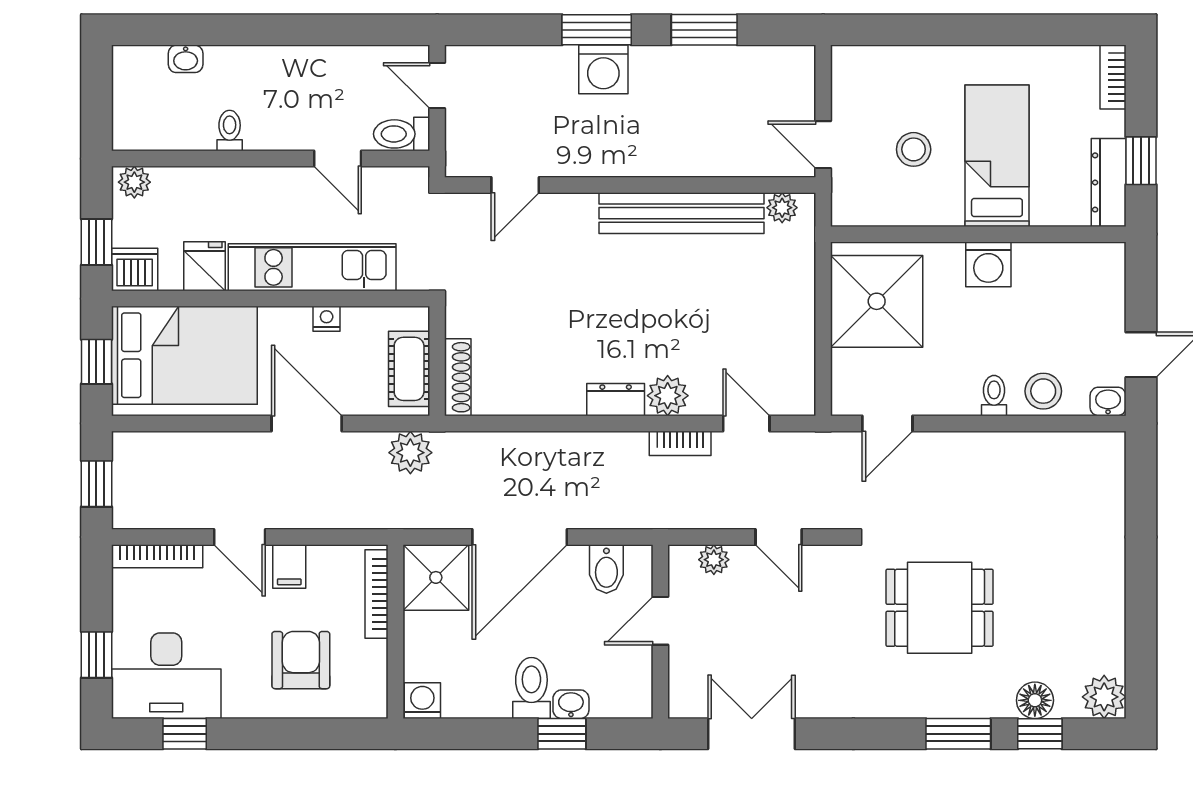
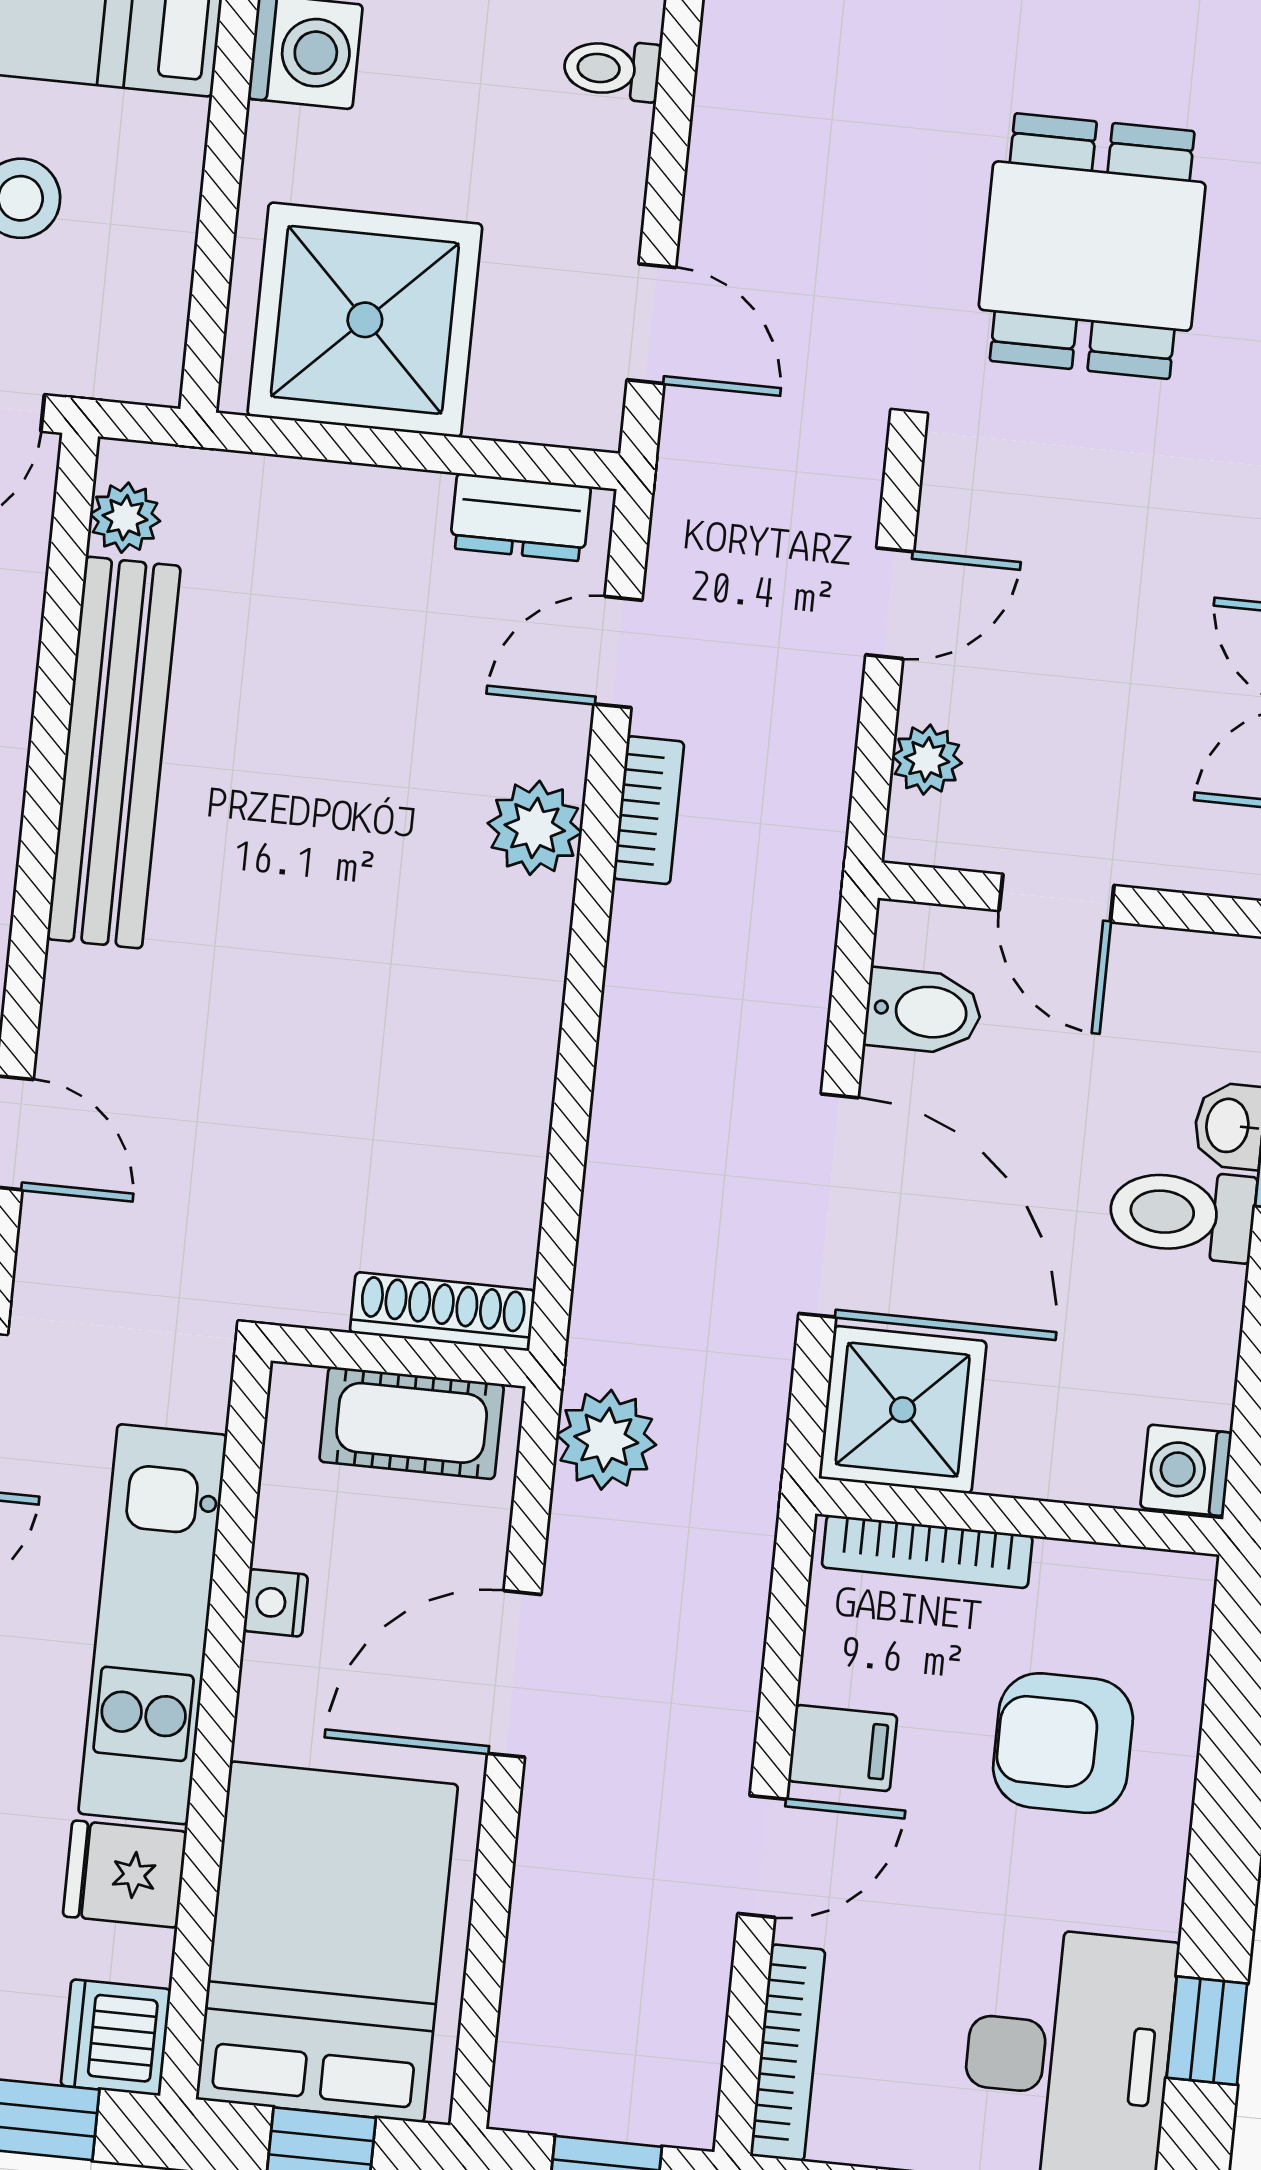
dresser: (616, 400) -> (520, 517), moved, turned -90

